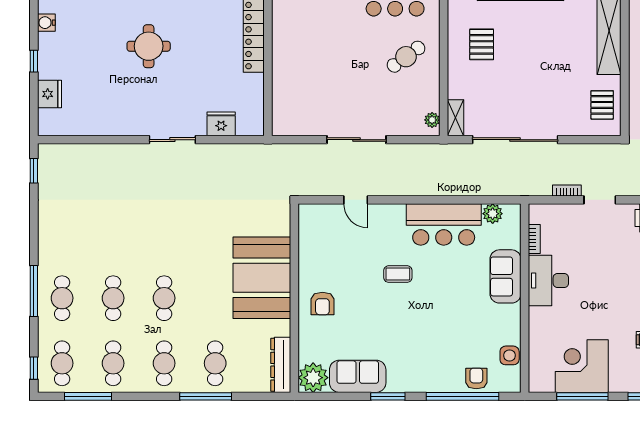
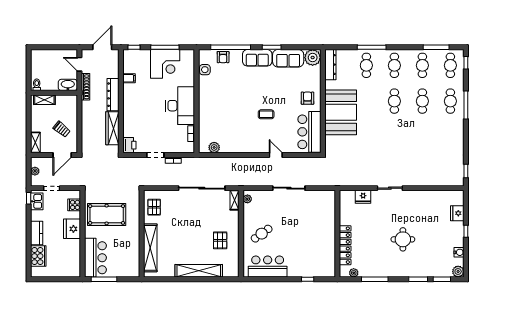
door: (356, 200) -> (276, 155), moved
bar counter: (444, 225) -> (309, 132), moved, turned -90
sofa: (506, 276) -> (257, 58), moved, turned 90
desk: (548, 281) -> (180, 106), width x1.36, depth x1.30

